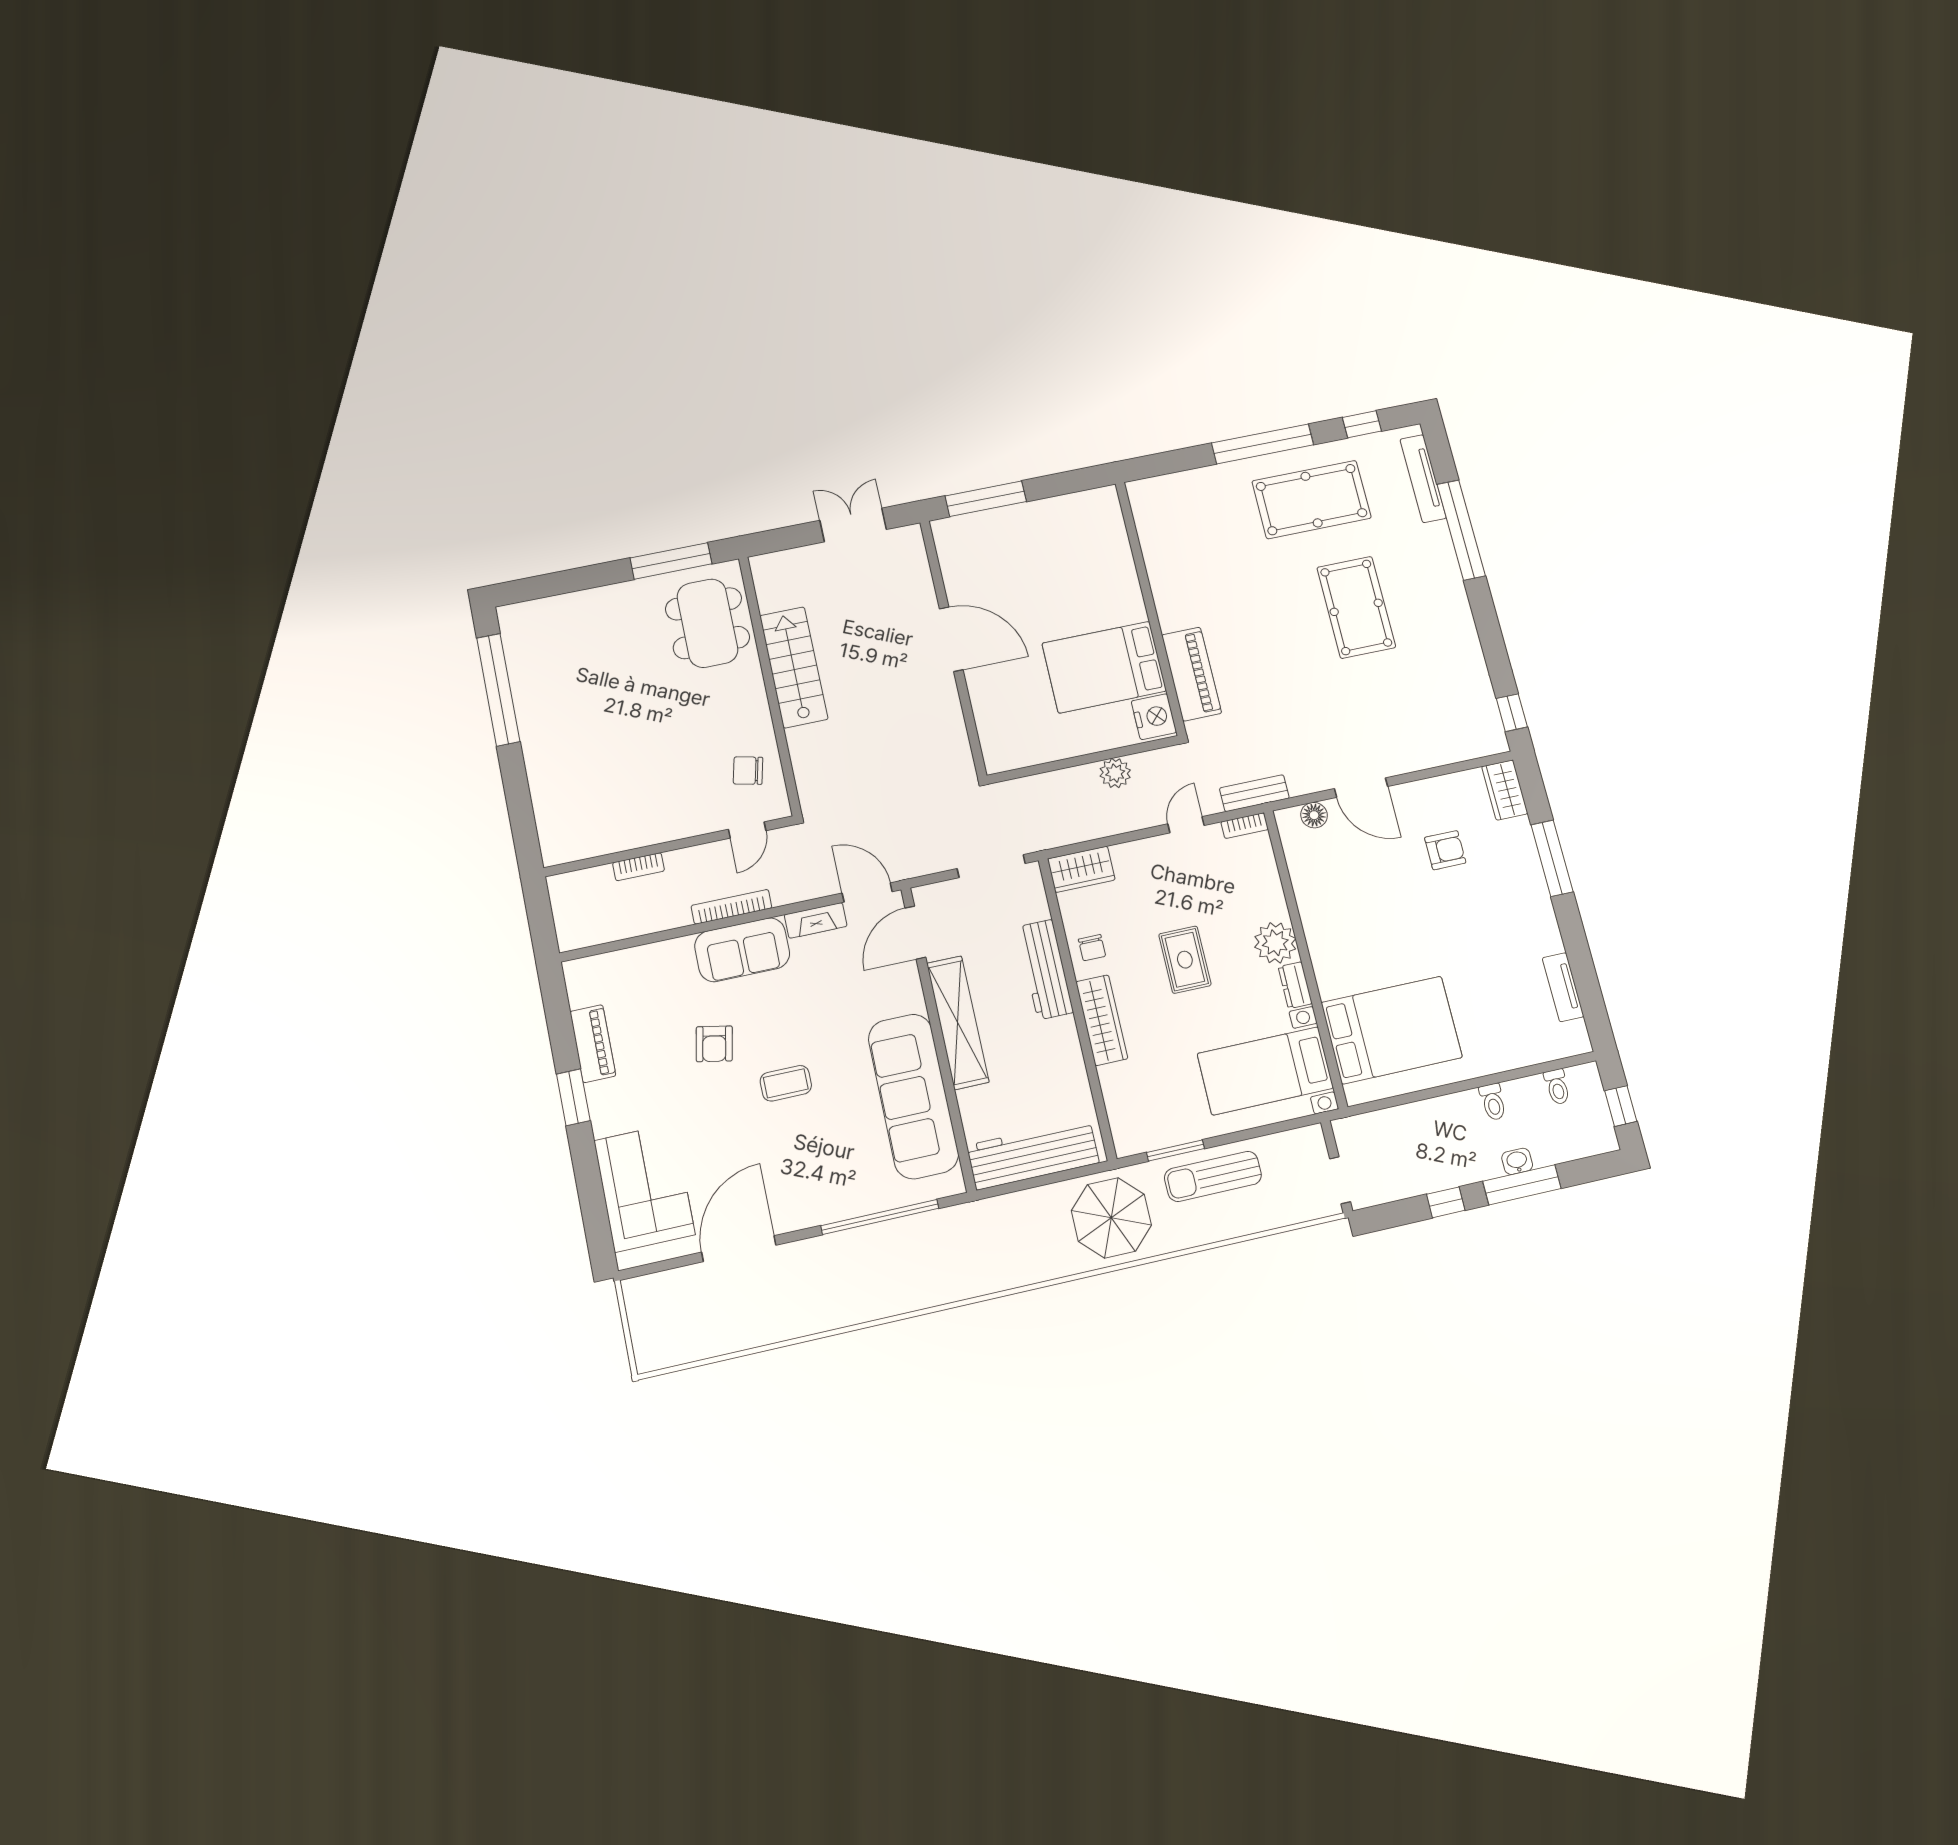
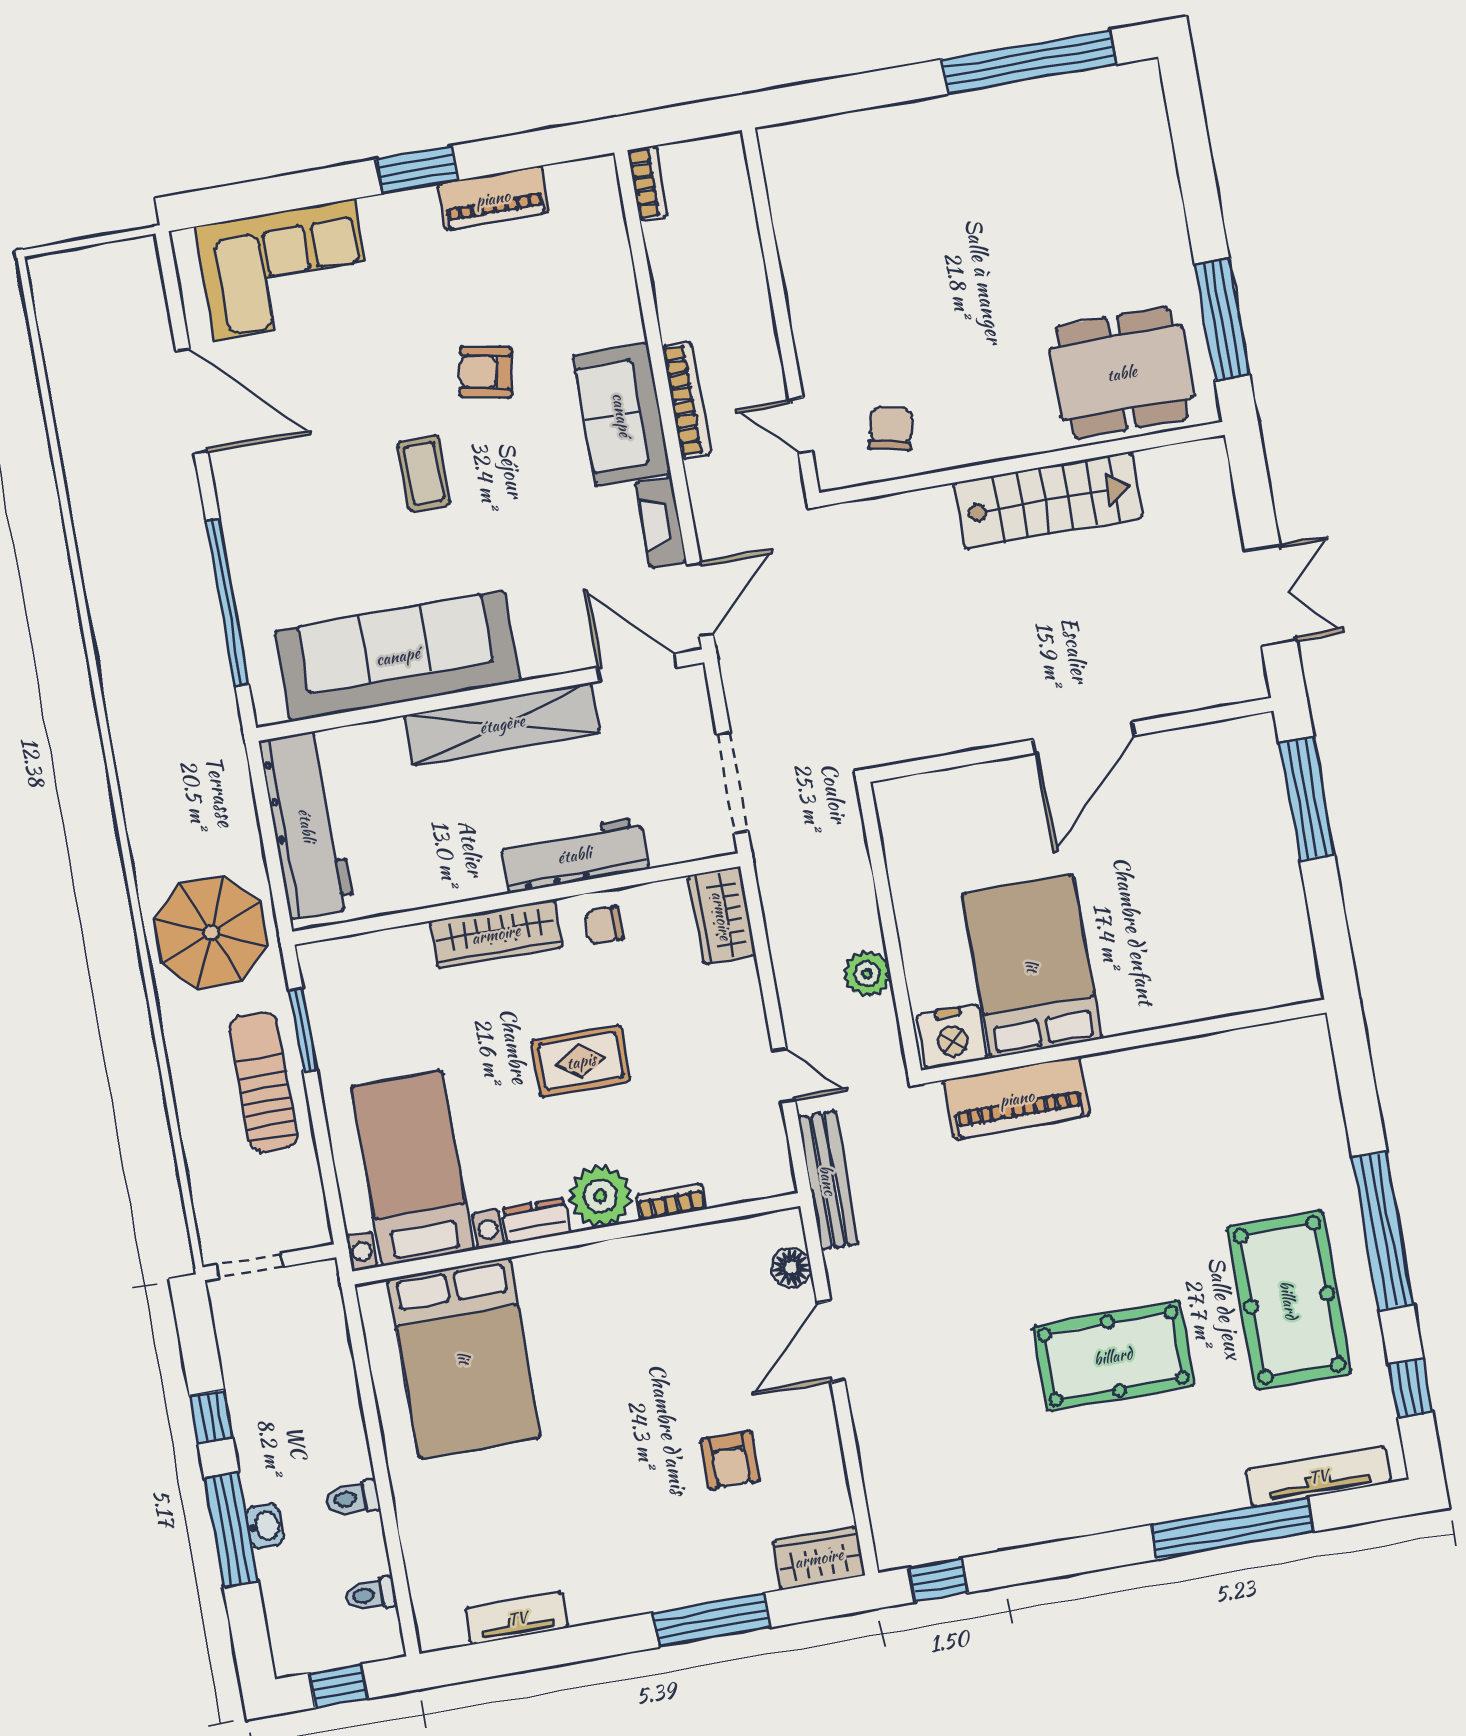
bench: (1254, 793) -> (828, 1180), width x1.36
bookcase: (1245, 826) -> (671, 1202), moved, turned 90
bookcase: (639, 867) -> (648, 183), moved, turned 180

